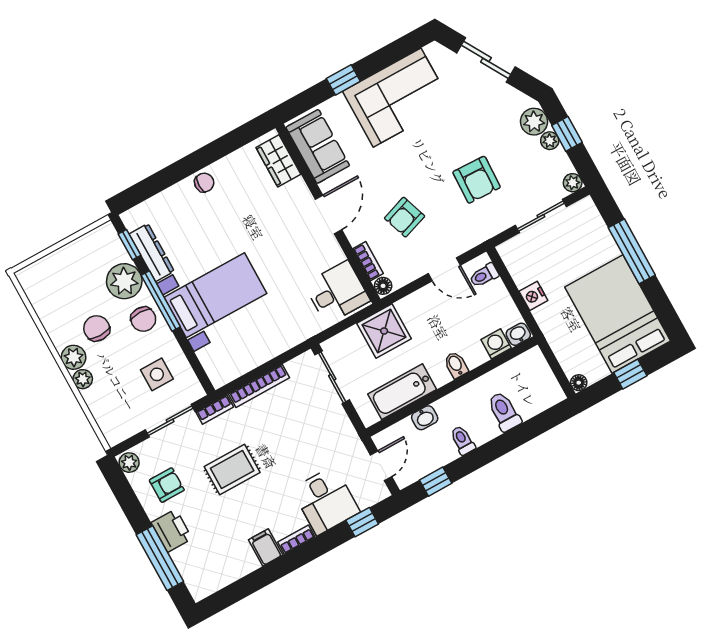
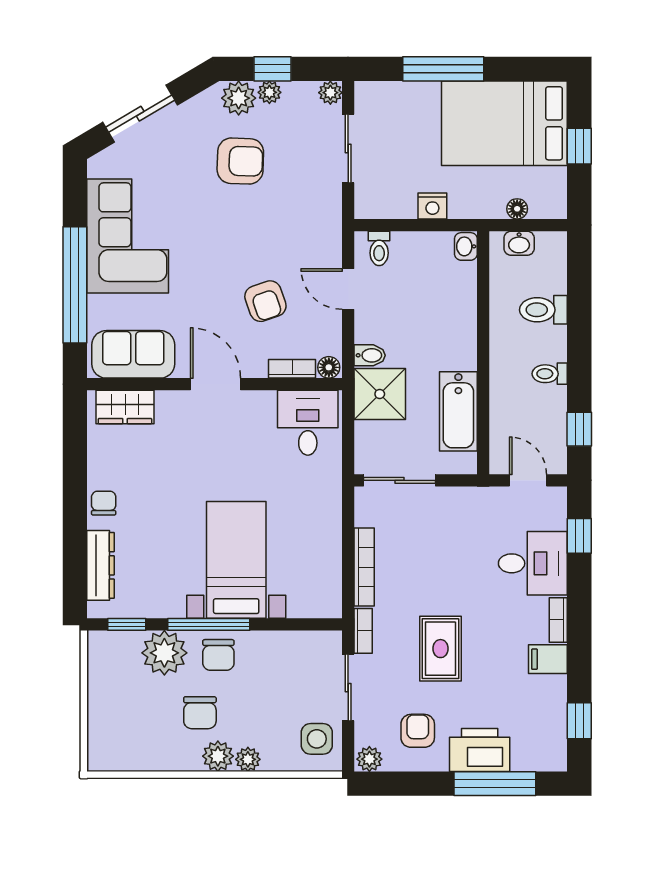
window: (343, 80) -> (75, 285), width x3.17
armchair: (477, 180) -> (240, 161), moved
dresser: (152, 253) -> (101, 565), moved, turned 90
door: (444, 269) -> (348, 289), swing flipped
chair: (143, 319) -> (218, 655), turned 90
chair: (97, 328) -> (200, 713), turned -90
washing machine: (496, 344) -> (463, 277), removed
bidet: (456, 365) -> (370, 355), moved, turned 180
side table: (157, 374) -> (317, 739), moved
floor lamp: (579, 383) -> (517, 209), moved
washbasin: (425, 418) -> (519, 243), moved, turned 90
printer: (172, 531) -> (480, 750), width x1.37, depth x1.19
window: (235, 592) -> (579, 721), added

